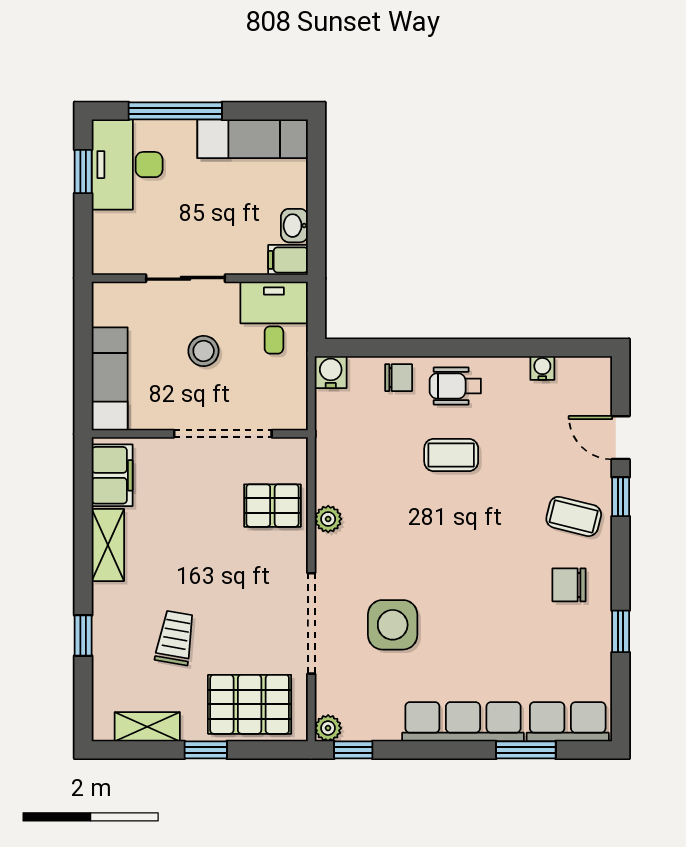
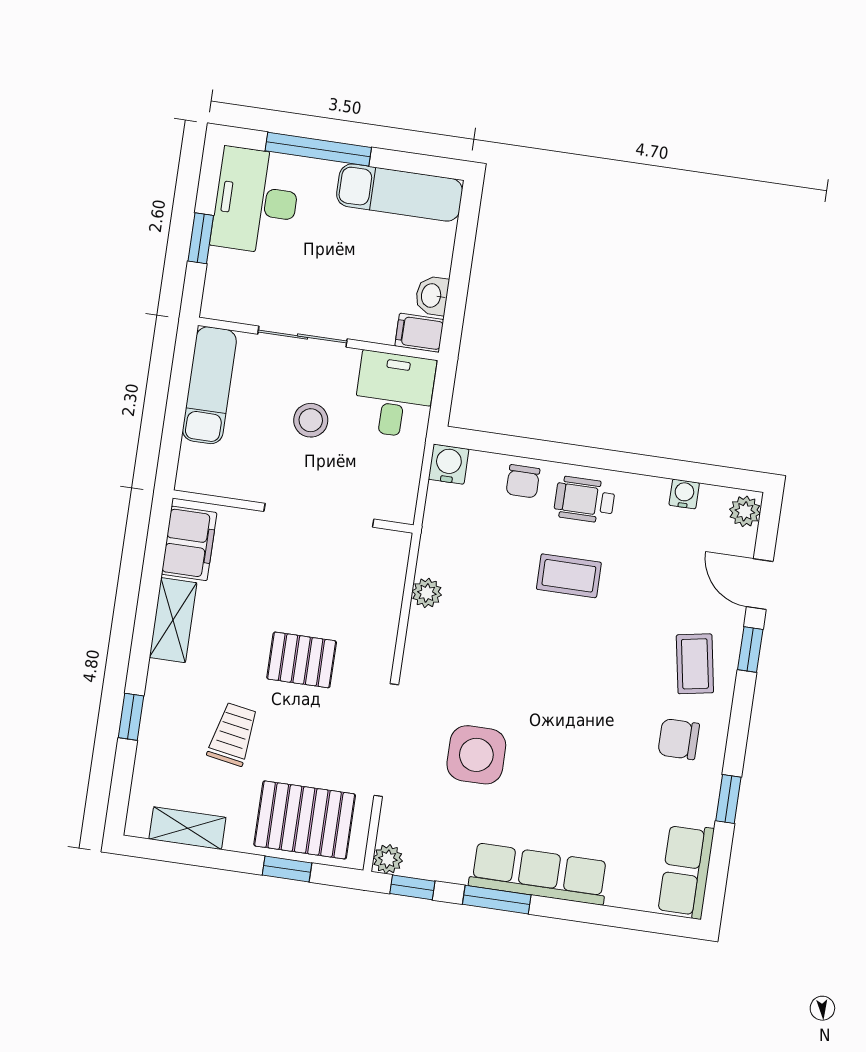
window: (83, 172) -> (201, 238), moved
plant: (598, 376) -> (745, 511), added
chair: (399, 378) -> (523, 481), turned 90
exam couch: (110, 379) -> (209, 385), moved
pallet: (272, 506) -> (302, 660), moved
coffee table: (574, 516) -> (695, 664), turned 66
plant: (328, 519) -> (427, 593), moved
row of seats: (568, 722) -> (686, 871), moved, turned -90
window: (206, 750) -> (287, 869), moved
window: (526, 750) -> (497, 900), moved

